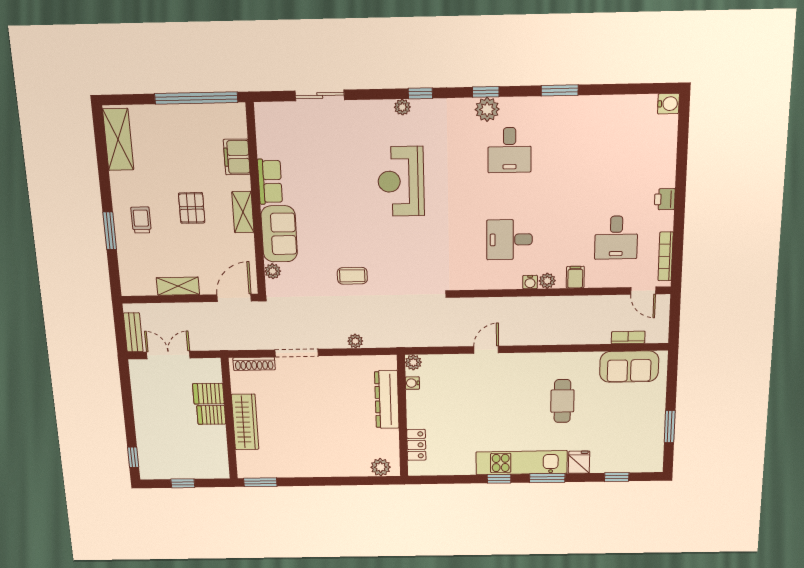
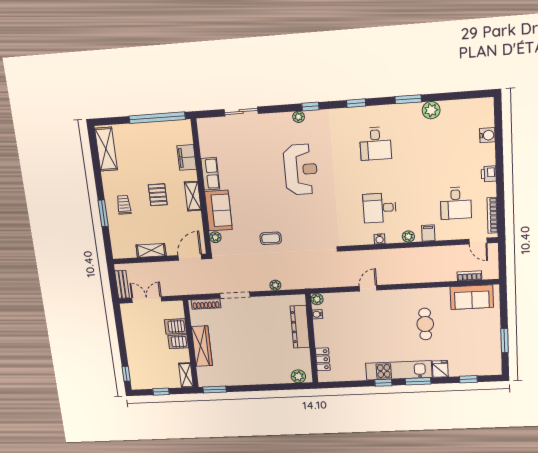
water cooler: (668, 104) -> (487, 135), moved
plant: (487, 109) -> (431, 110), moved
reception desk: (401, 181) -> (301, 170), turned 180
water cooler: (530, 282) -> (379, 239), moved
shelving: (220, 462) -> (186, 375), added

